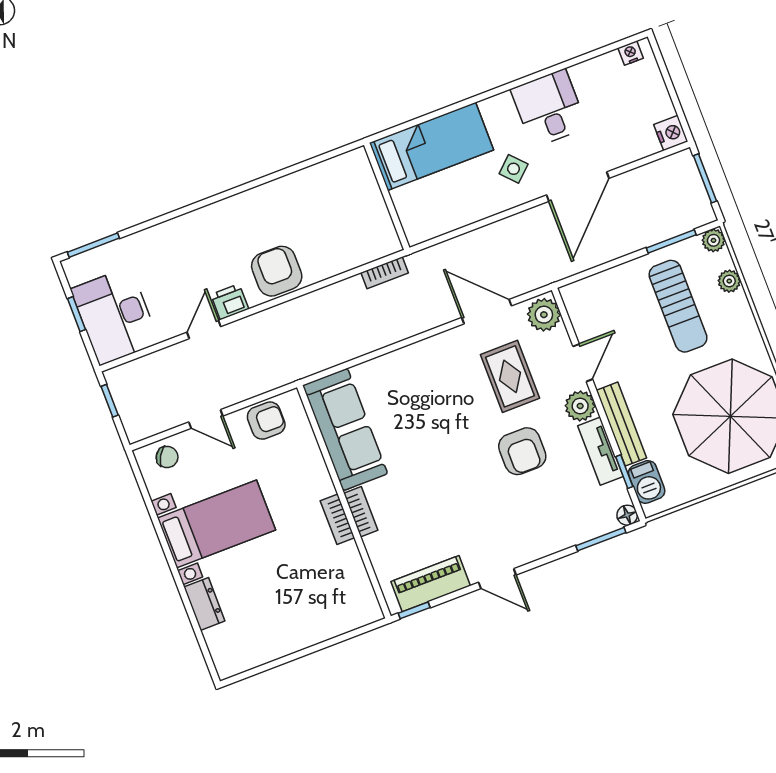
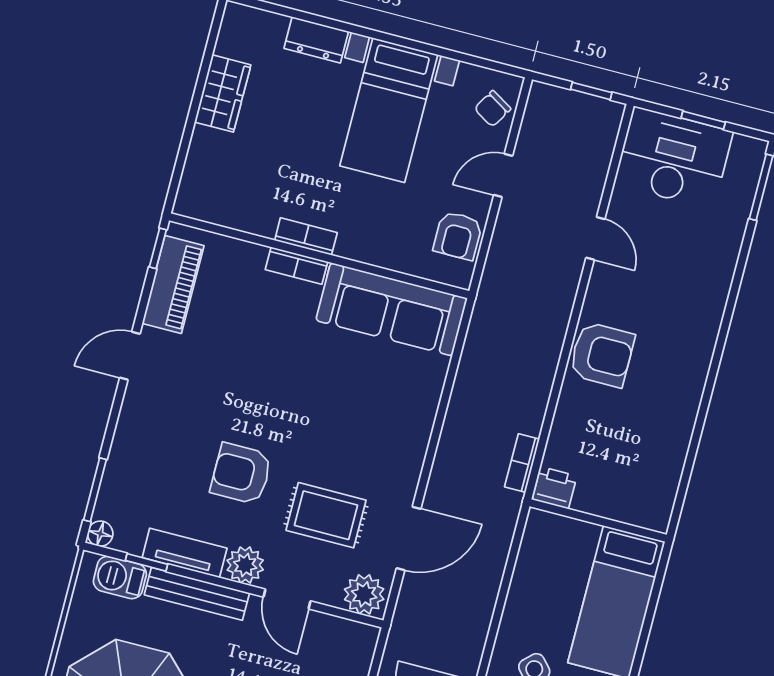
printer: (230, 302) -> (554, 488), moved, turned -90
wardrobe: (283, 640) -> (223, 93), added

